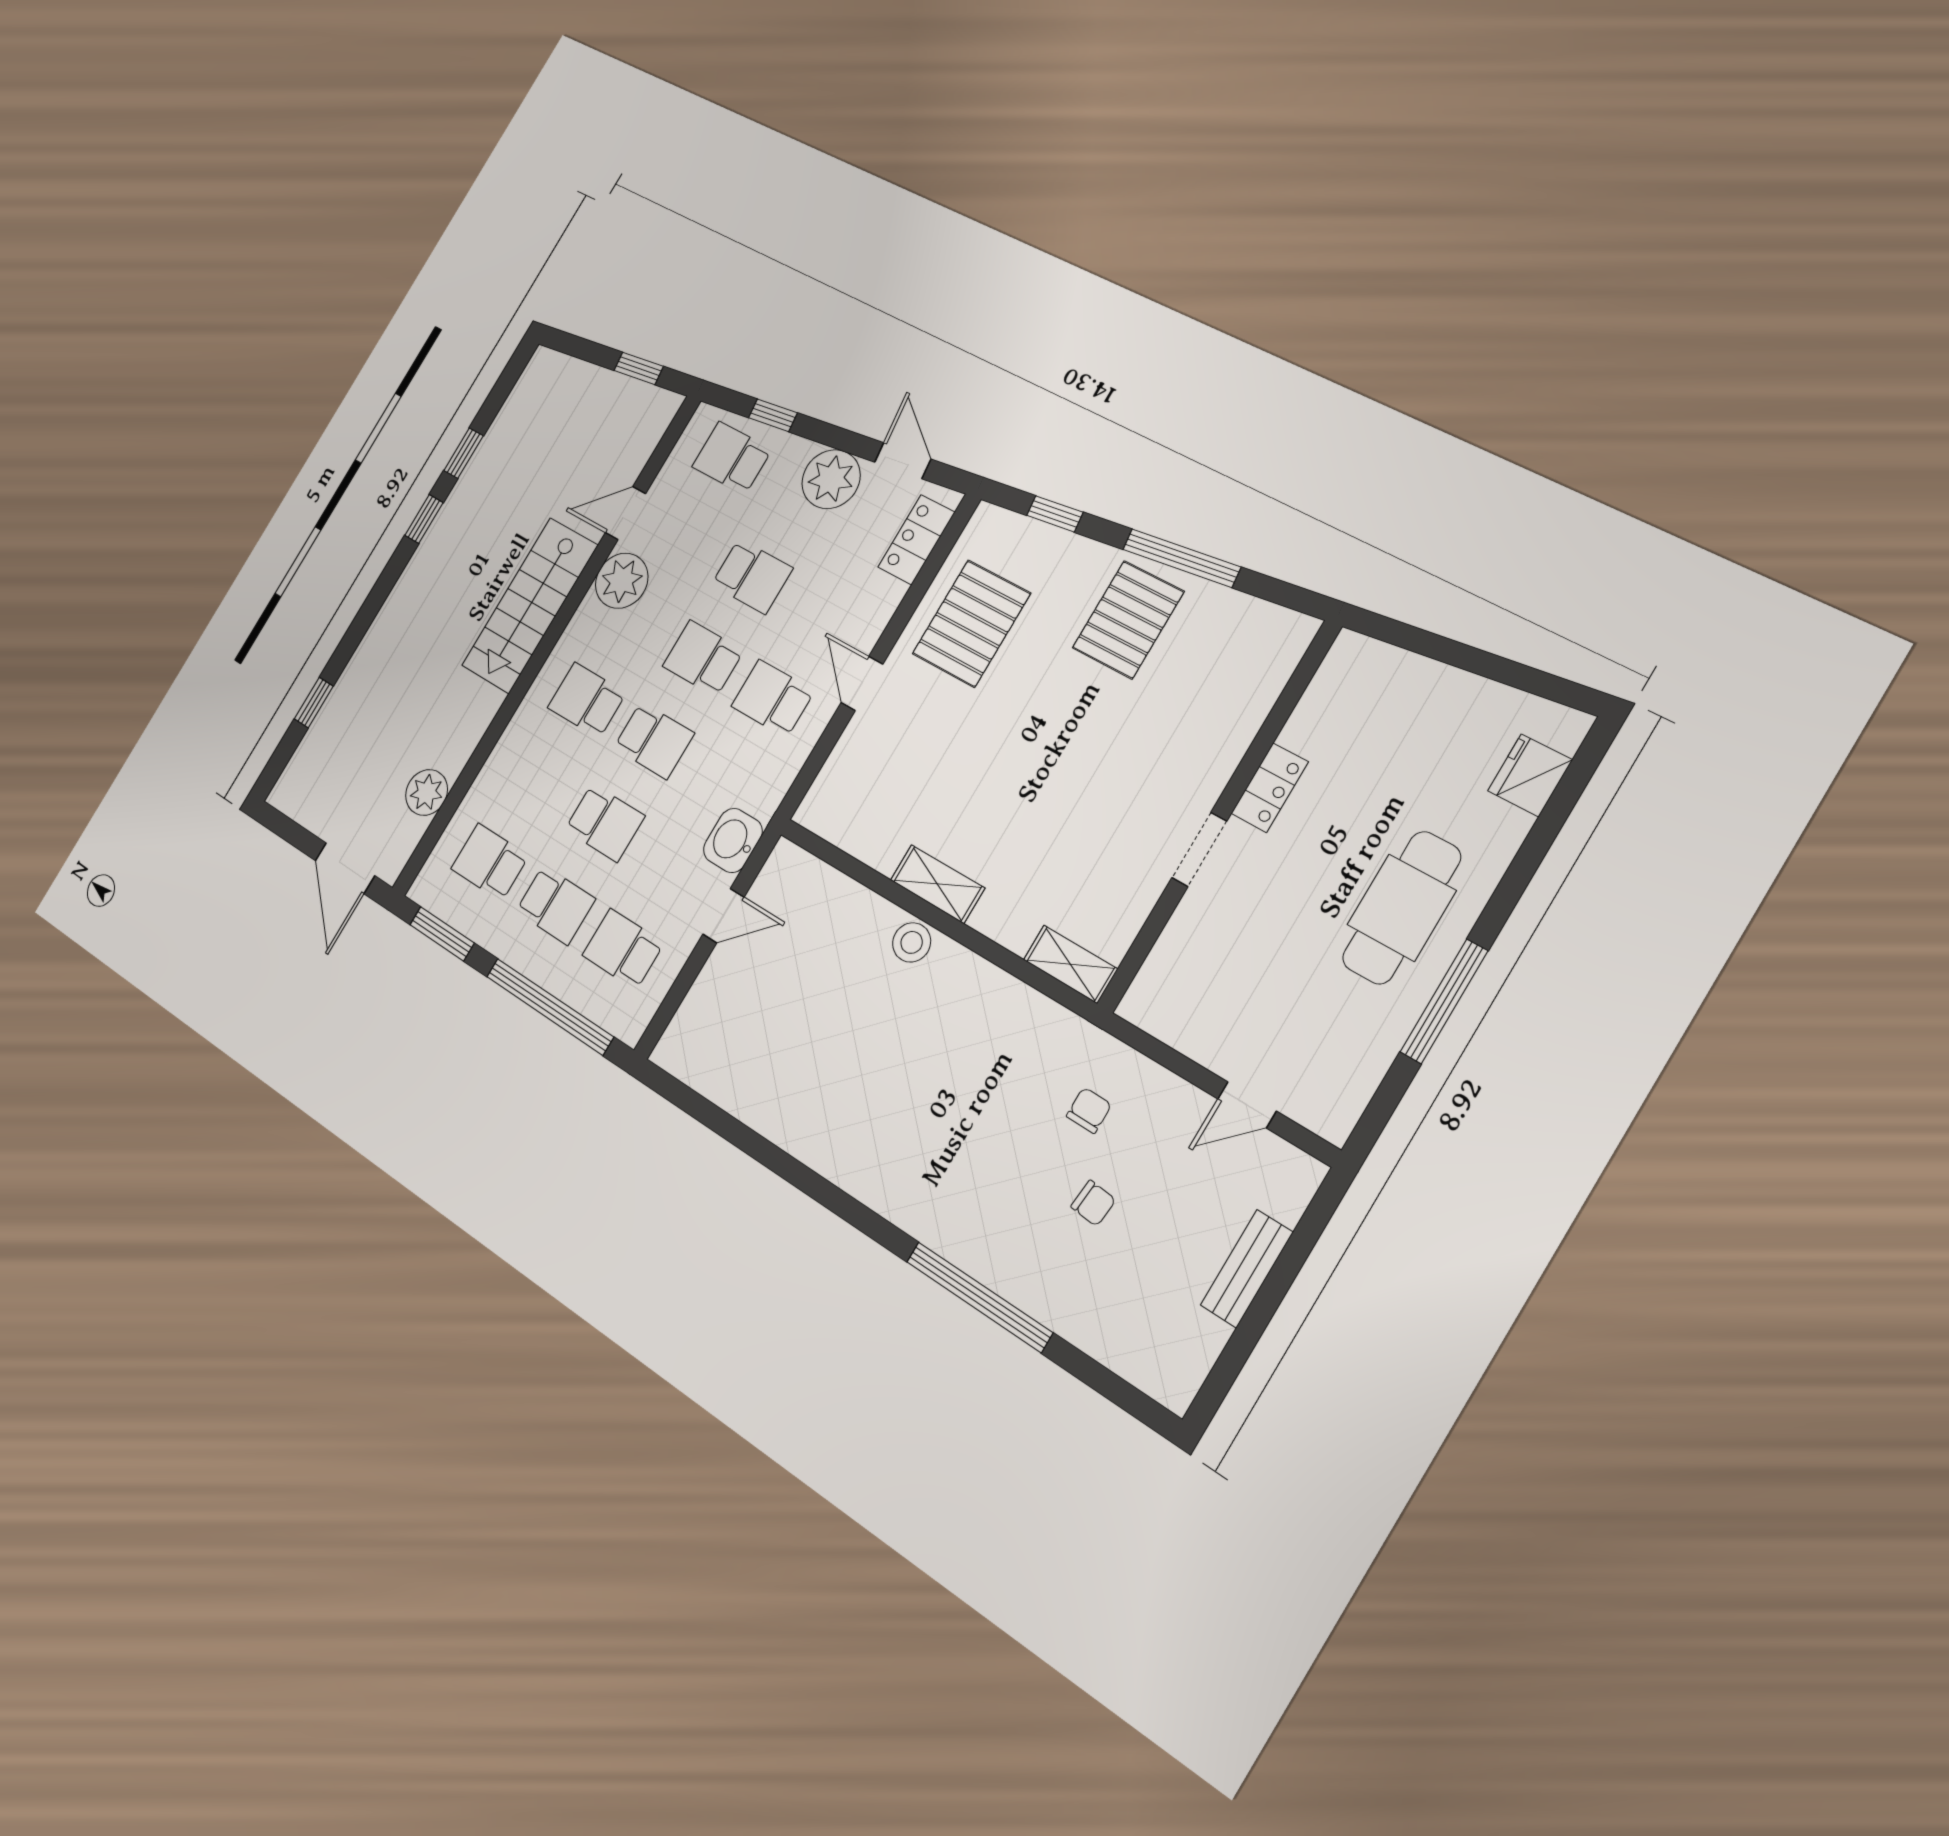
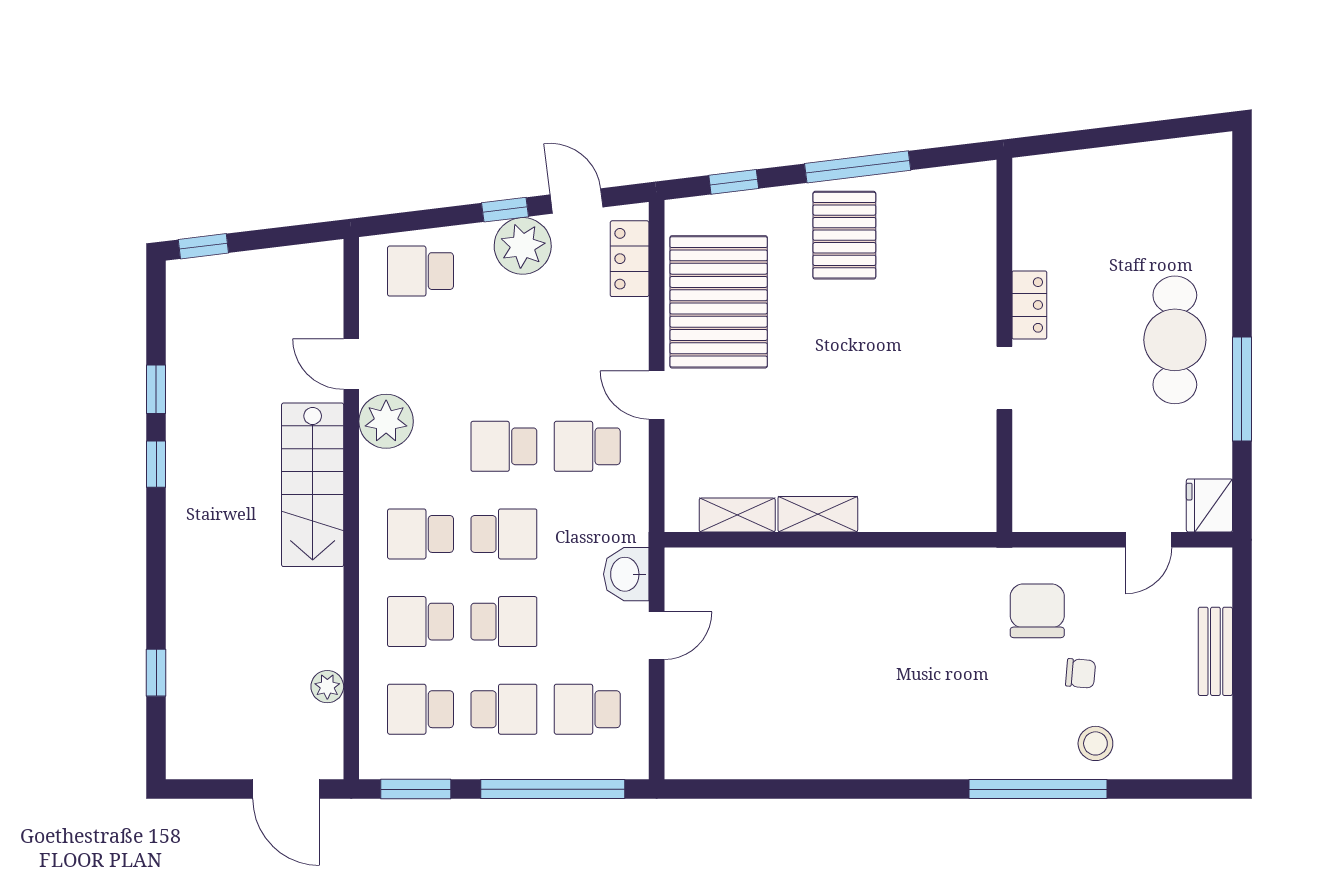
window: (639, 368) -> (203, 246), moved
window: (773, 415) -> (505, 210), moved
door: (625, 513) -> (351, 364), hinge flipped
school desk: (752, 576) -> (421, 622), moved, turned 180
pallet: (971, 624) -> (719, 302), width x1.37, depth x1.41
fridge: (1530, 775) -> (1209, 505), moved
plant: (427, 792) -> (327, 687), width x0.73, depth x0.73
stool: (912, 942) -> (1095, 743), moved
shelving: (1071, 964) -> (737, 515), moved
chair: (1089, 1110) -> (1037, 611), width x1.87, depth x1.87

